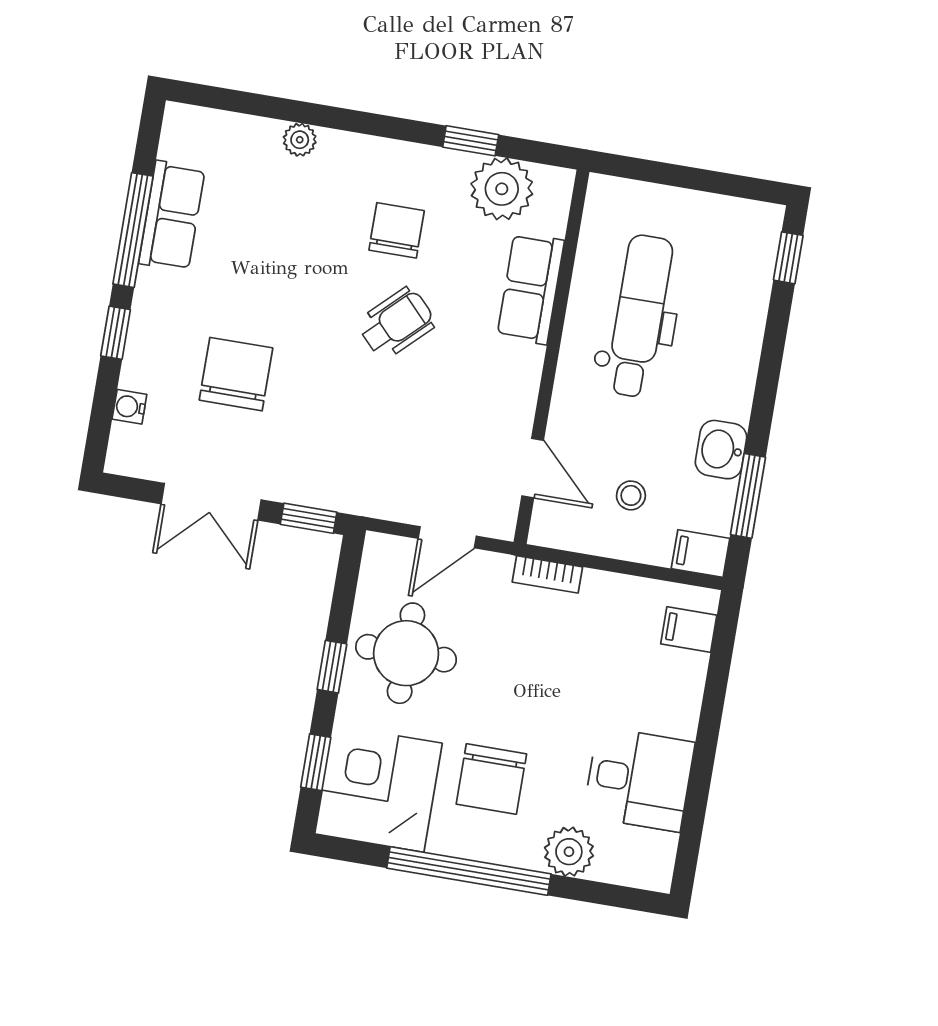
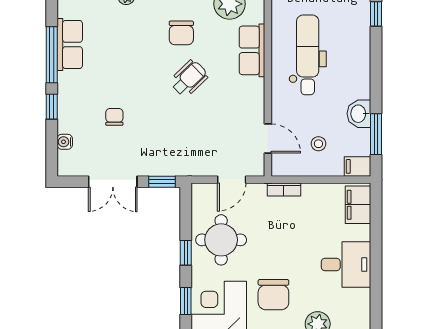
chair: (397, 230) -> (181, 33), turned 180
chair: (236, 374) -> (114, 117), width x0.54, depth x0.54
filing cabinet: (689, 630) -> (358, 205), width x2.00
desk: (639, 779) -> (346, 265), moved

